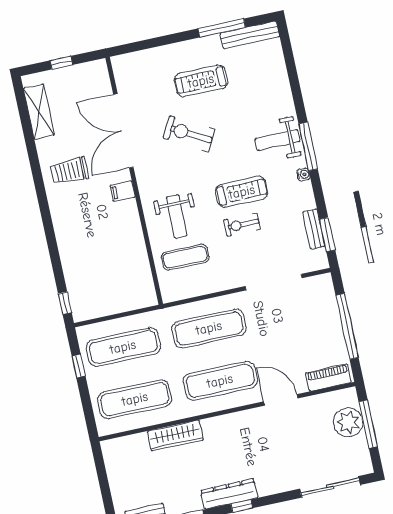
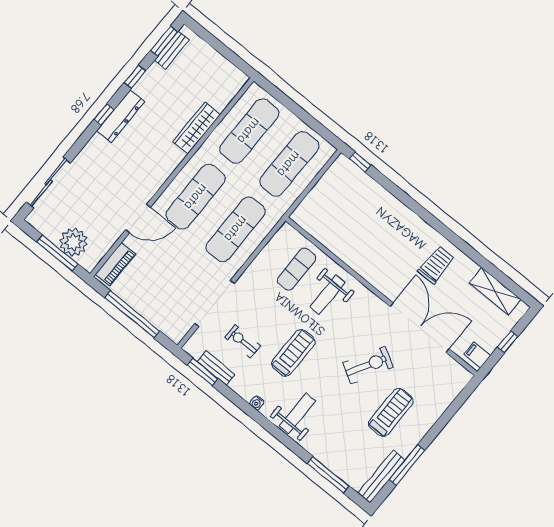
window: (308, 146) -> (328, 475), moved
filing cabinet: (123, 191) -> (477, 355), moved, turned -90
treadmill: (242, 192) -> (293, 353), turned 180
weight bench: (177, 217) -> (328, 295), turned -90
exercise bike: (242, 225) -> (243, 341), moved, turned -90
window: (79, 366) -> (312, 122), removed

